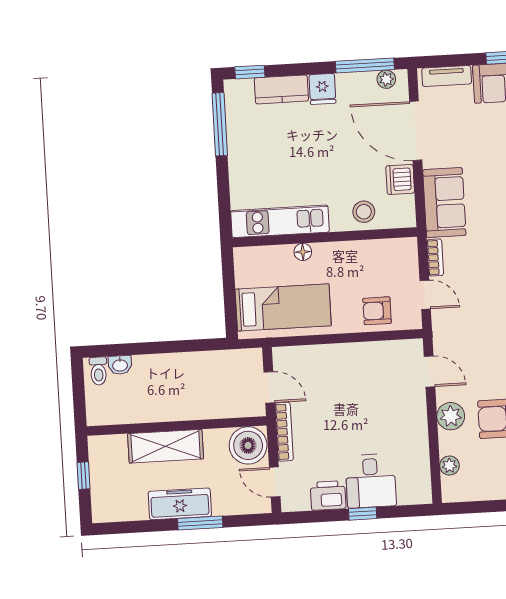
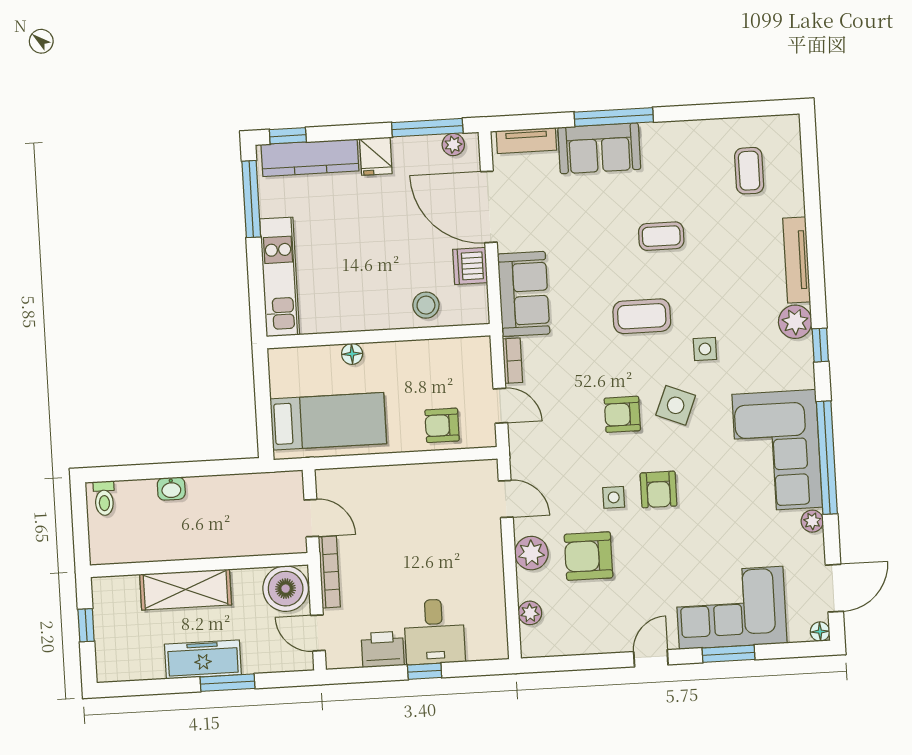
kitchen counter: (281, 89) -> (310, 158), width x1.50
kitchen unit: (280, 221) -> (280, 277), moved, turned 90
washbasin: (120, 365) -> (171, 489), moved

